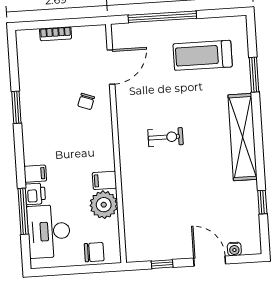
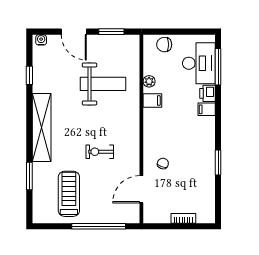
treadmill: (203, 55) -> (69, 194), turned -90
exercise bike: (166, 137) -> (100, 152), moved
weight bench: (168, 197) -> (103, 84), added
plant: (104, 205) -> (149, 81), width x0.53, depth x0.53
window: (23, 211) -> (218, 67), moved
water cooler: (234, 249) -> (41, 40), moved
window: (162, 264) -> (111, 32), width x1.50

